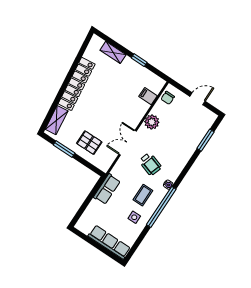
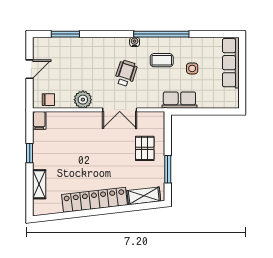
filing cabinet: (148, 96) -> (39, 120), moved
door: (198, 99) -> (30, 69), swing flipped
side table: (134, 217) -> (192, 68), moved

